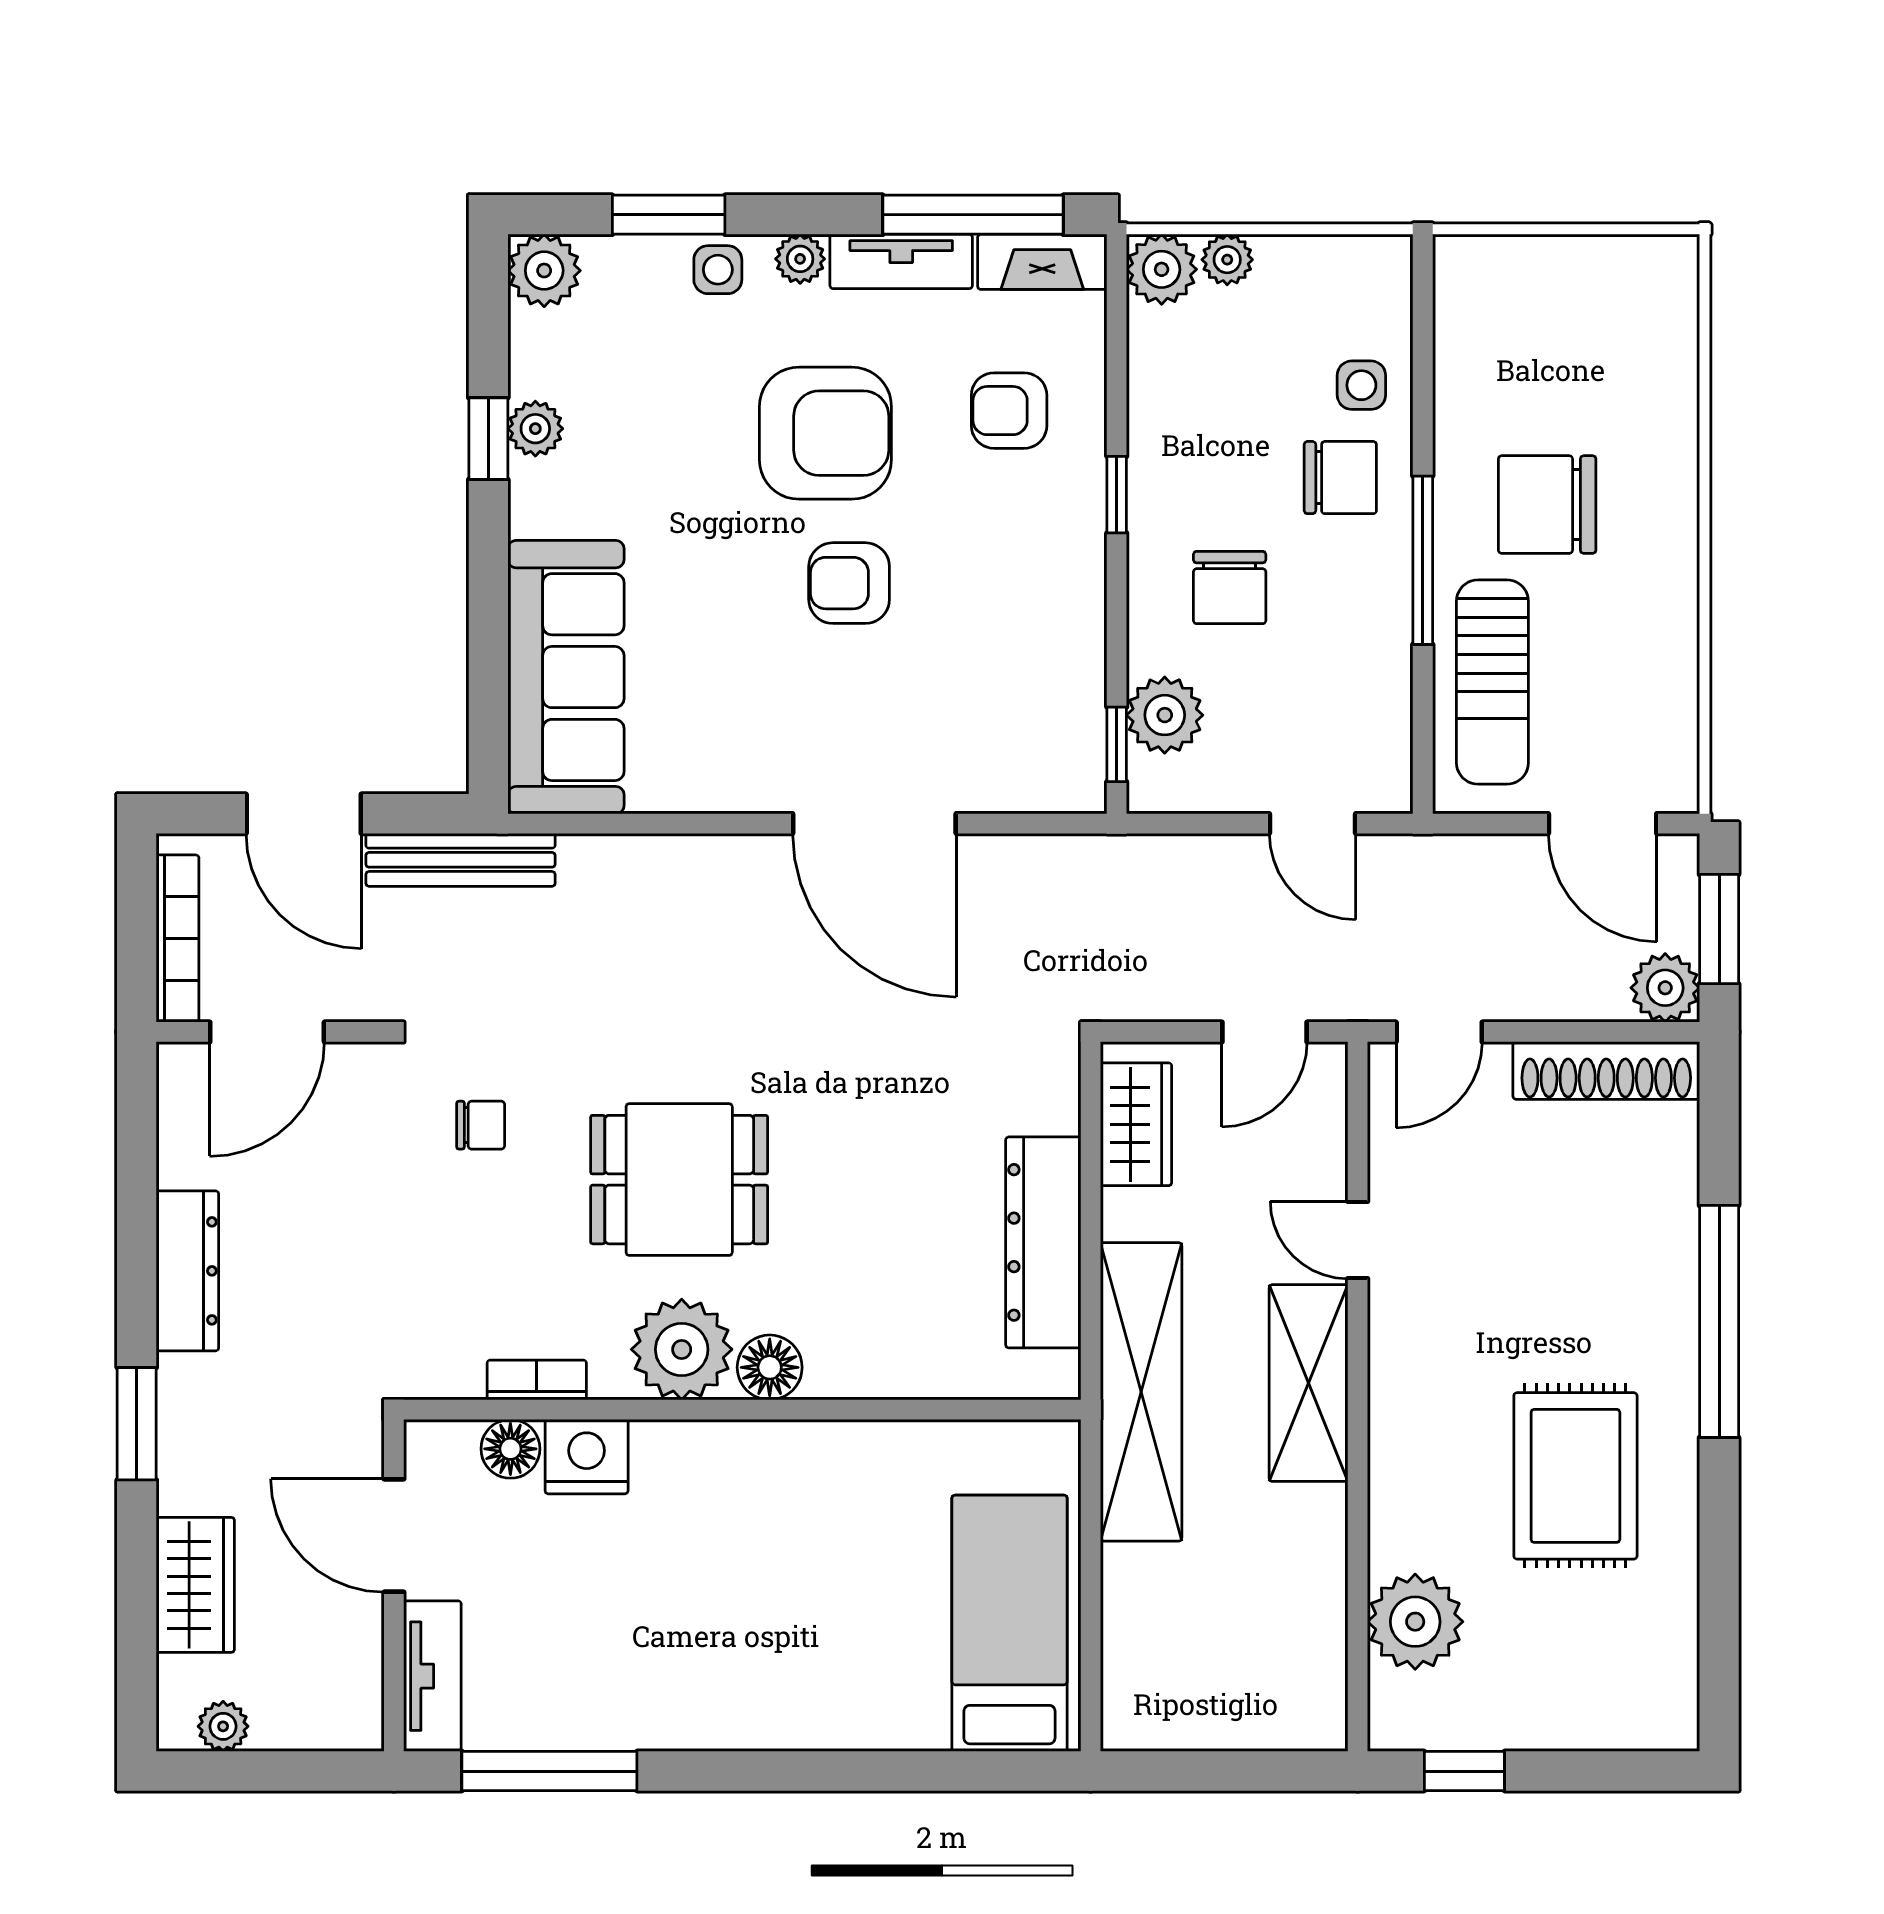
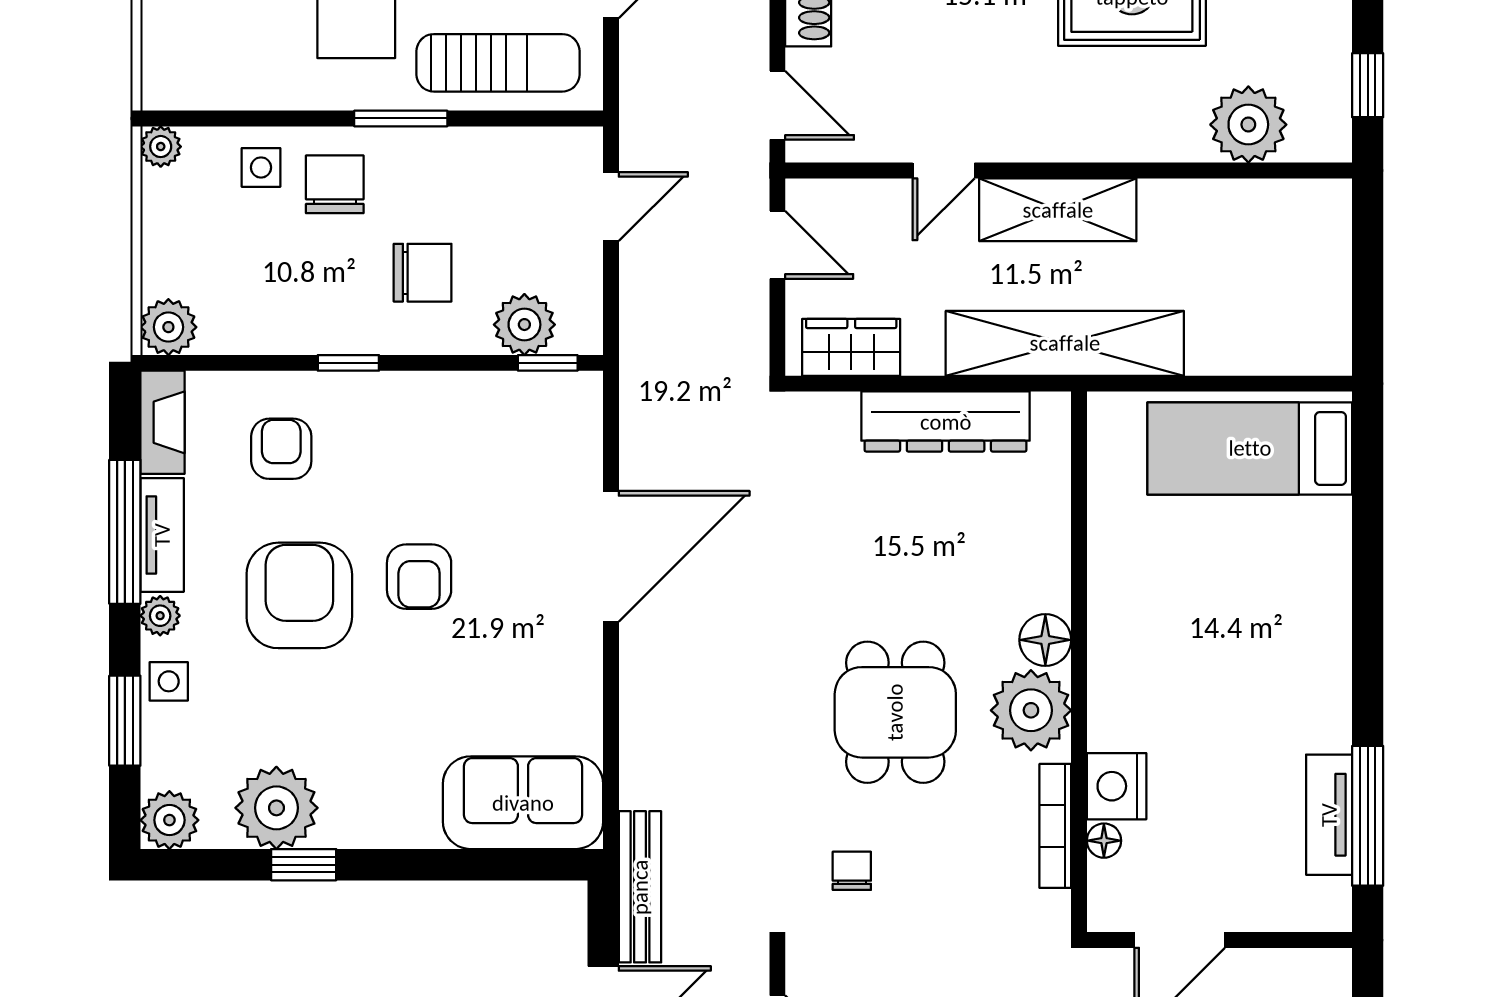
window: (973, 215) -> (125, 532), moved
plant: (1227, 260) -> (161, 147), moved
armchair: (1009, 411) -> (281, 449), turned 180
plant: (535, 429) -> (276, 808), width x1.88, depth x1.88
window: (1423, 560) -> (401, 118), width x0.69
sofa: (566, 677) -> (523, 803), width x0.73
bookcase: (537, 1380) -> (1055, 826), width x1.56
floor lamp: (510, 1449) -> (1104, 841), width x0.73, depth x0.73
tv unit: (432, 1676) -> (1329, 815), moved, turned -90

